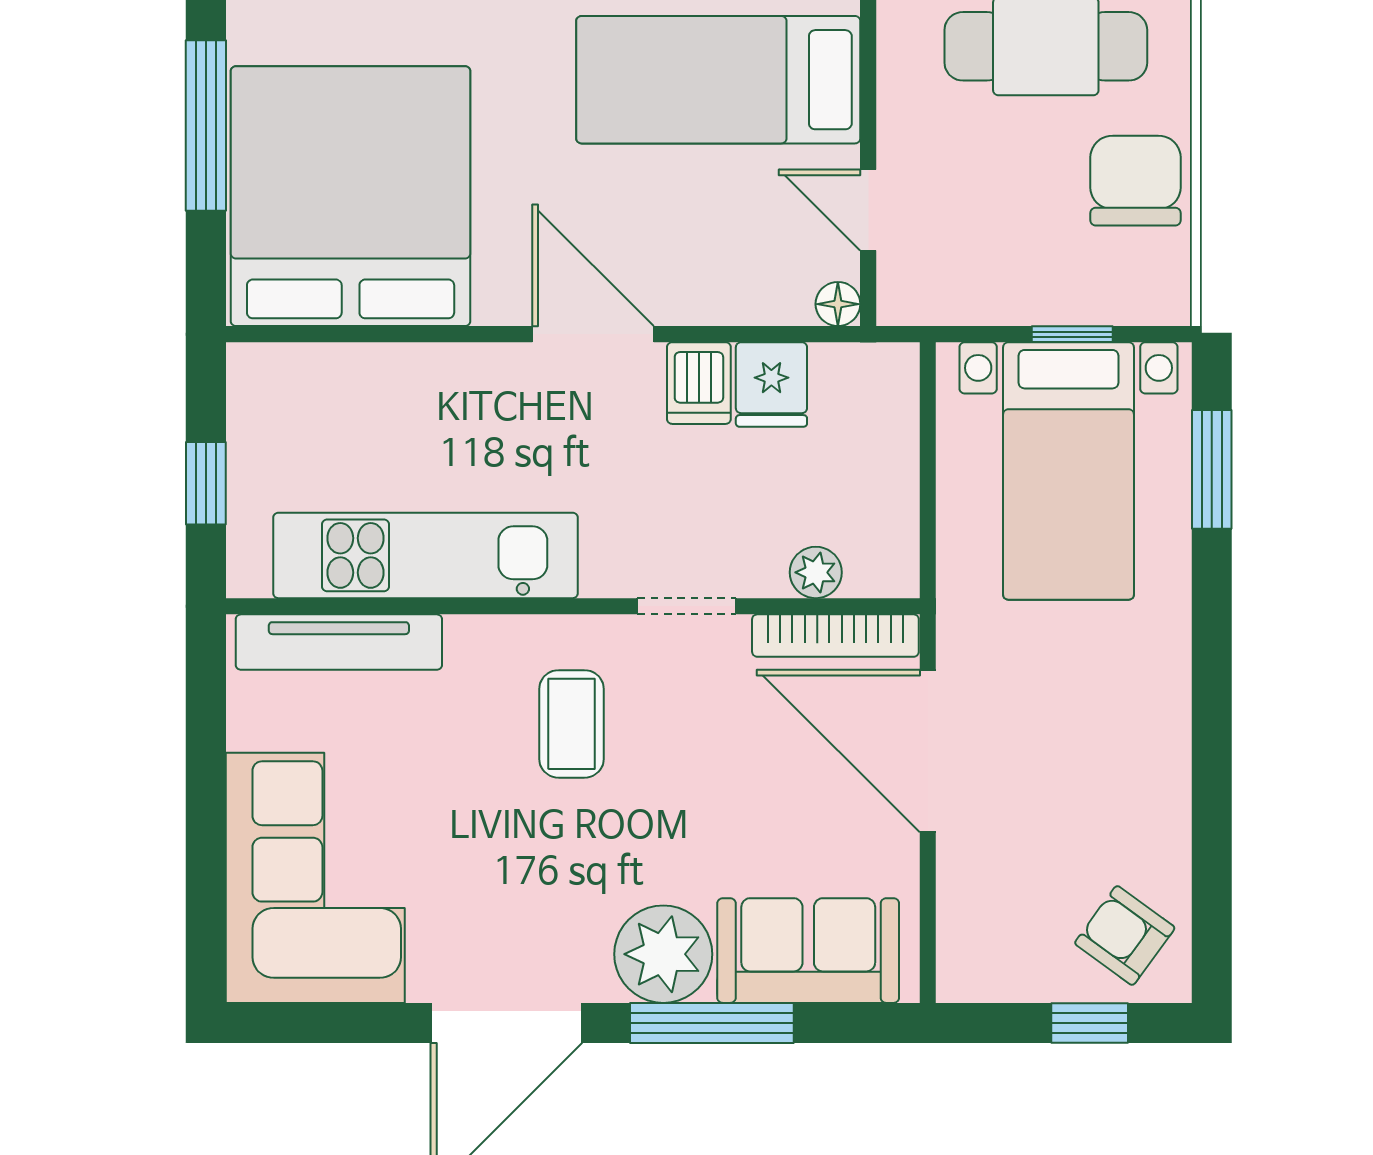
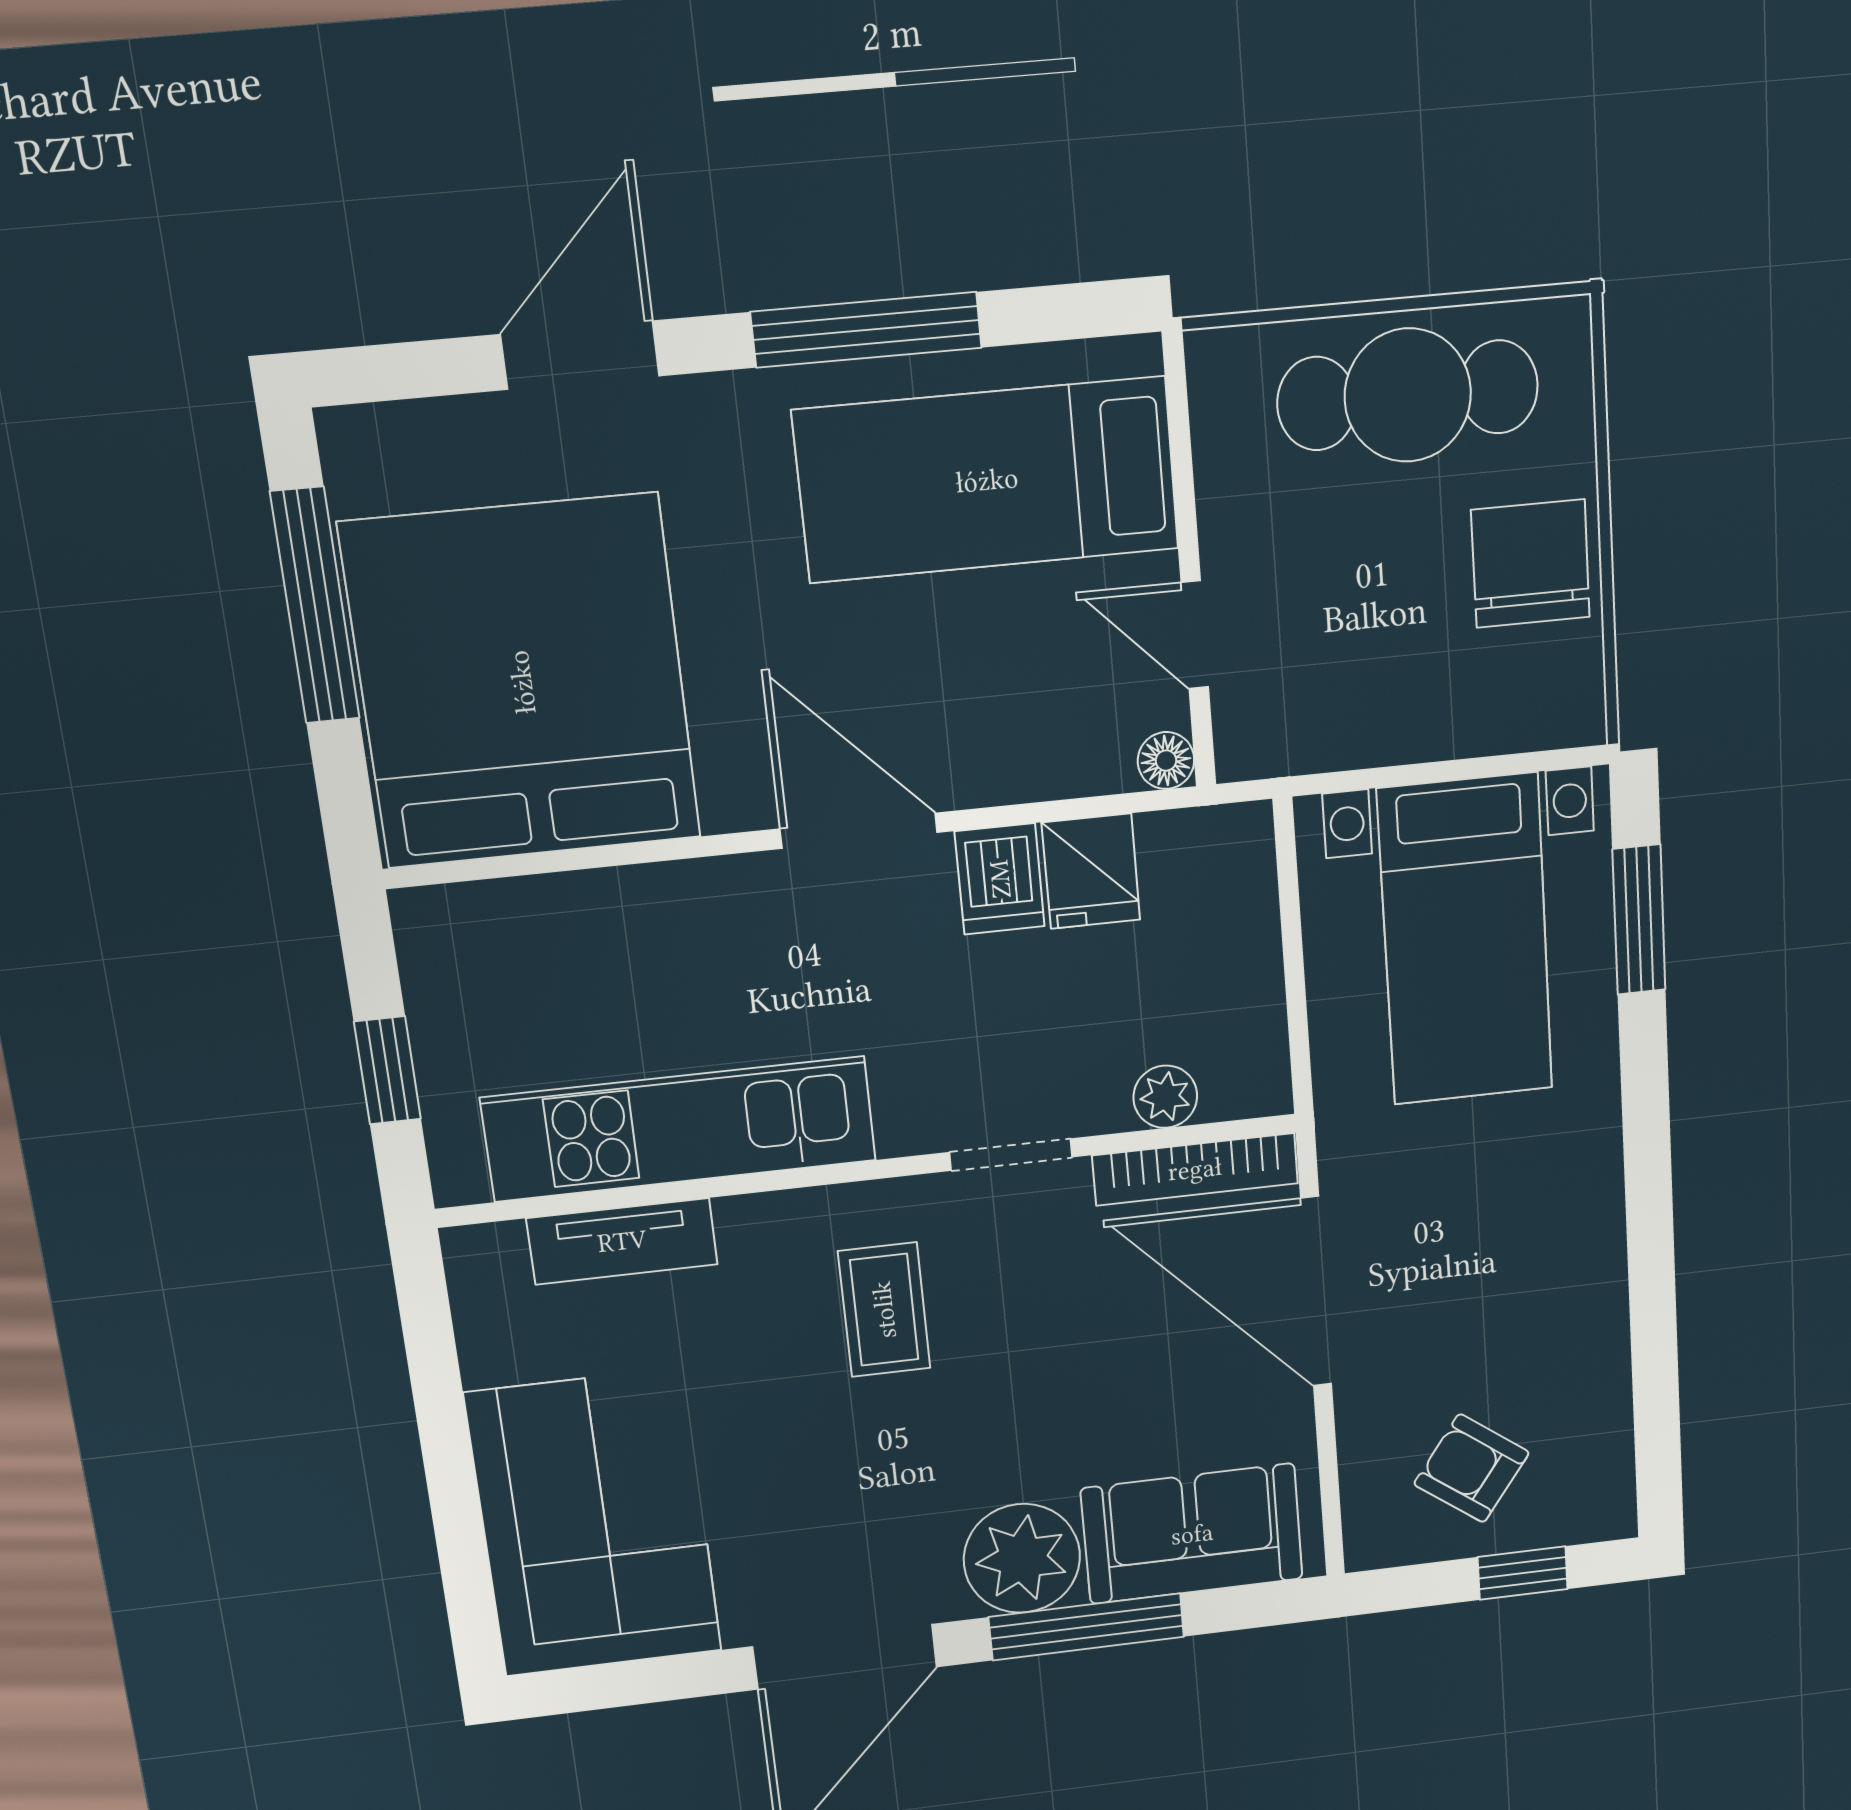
window: (1072, 334) -> (1461, 769), removed
tv unit: (339, 642) -> (622, 1241), width x0.71
armchair: (1125, 935) -> (1471, 1468), moved

